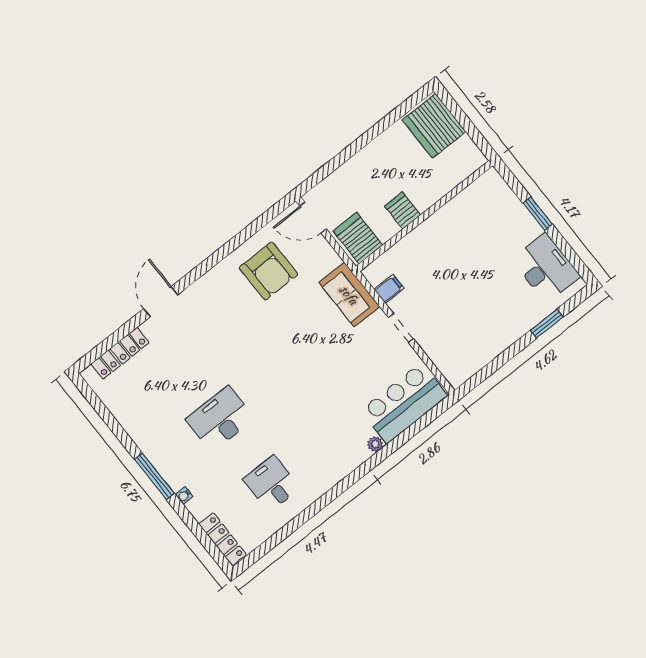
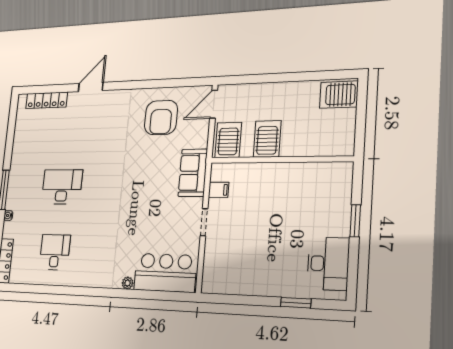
server rack: (434, 126) -> (339, 95), width x0.62
server rack: (403, 210) -> (267, 139), width x1.36, depth x1.44
door: (313, 218) -> (214, 104), hinge flipped

